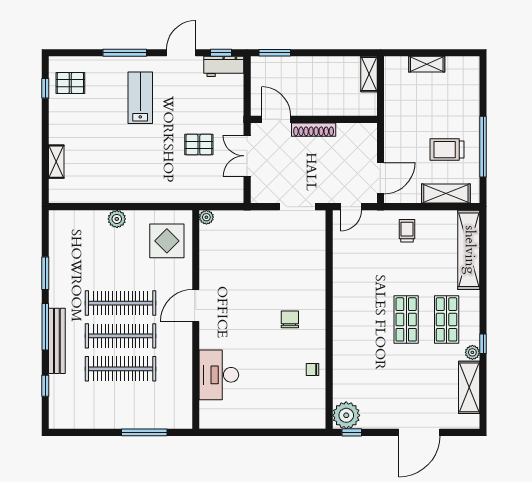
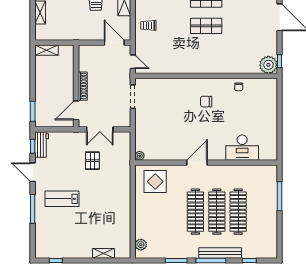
pallet: (70, 83) -> (52, 244), removed
plant: (117, 219) -> (141, 245), moved
door: (196, 305) -> (197, 163), swing flipped

